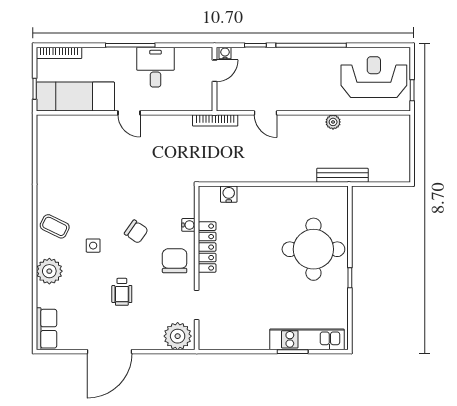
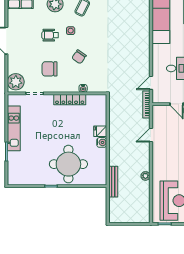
door: (129, 113) -> (151, 83), moved
water cooler: (229, 194) -> (102, 142), moved
fridge: (259, 196) -> (100, 131), added
chair: (175, 261) -> (50, 69), moved, turned 180
wheelchair: (122, 292) -> (50, 35), moved
kitchen unit: (307, 339) -> (14, 128), moved

